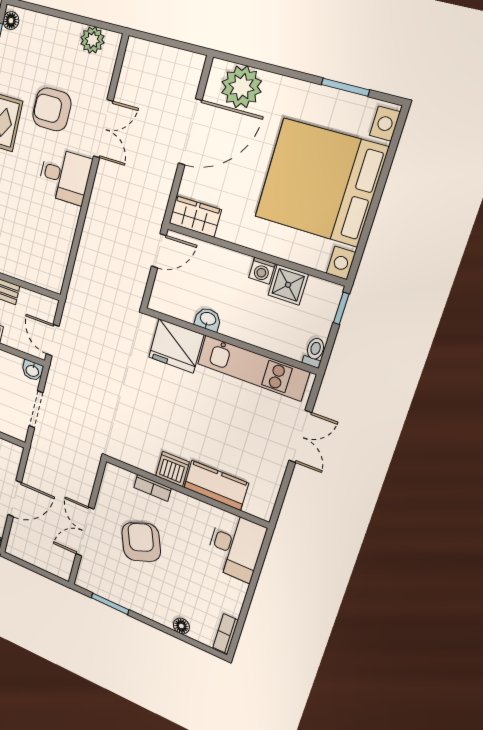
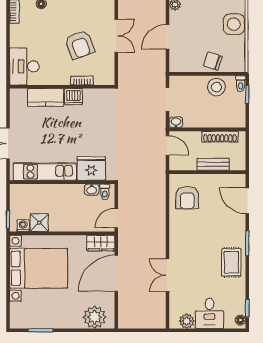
armchair: (52, 109) -> (187, 198), moved, turned 90
door: (190, 132) -> (116, 273), moved
desk: (65, 176) -> (209, 313), moved, turned -90
bed with nightstands: (320, 182) -> (39, 268), width x0.73
washing machine: (262, 271) -> (23, 226), moved
washbasin: (208, 319) -> (92, 190), moved
toilet: (314, 352) -> (105, 192), moved

